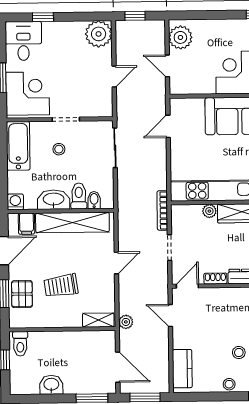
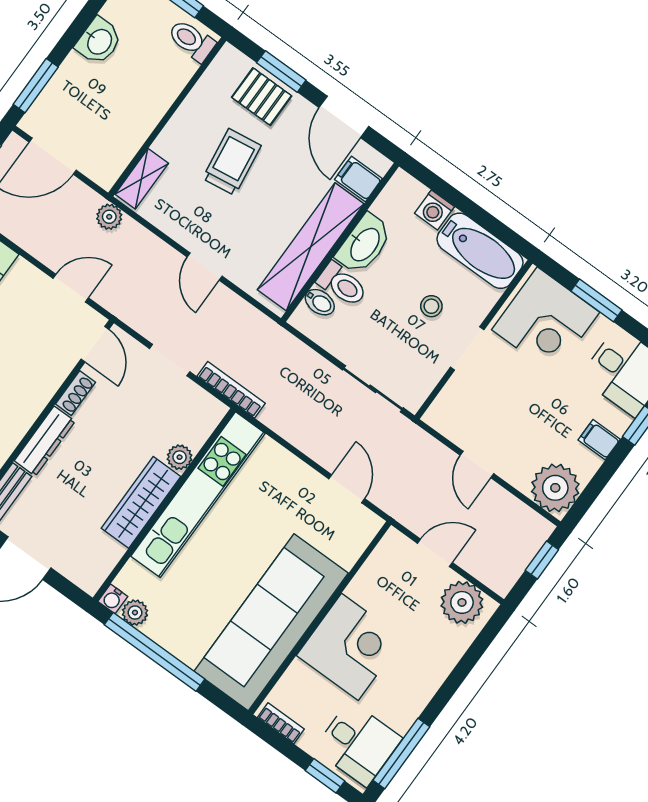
filing cabinet: (63, 30) -> (599, 440), added
washing machine: (15, 202) -> (434, 210), moved, turned 90

